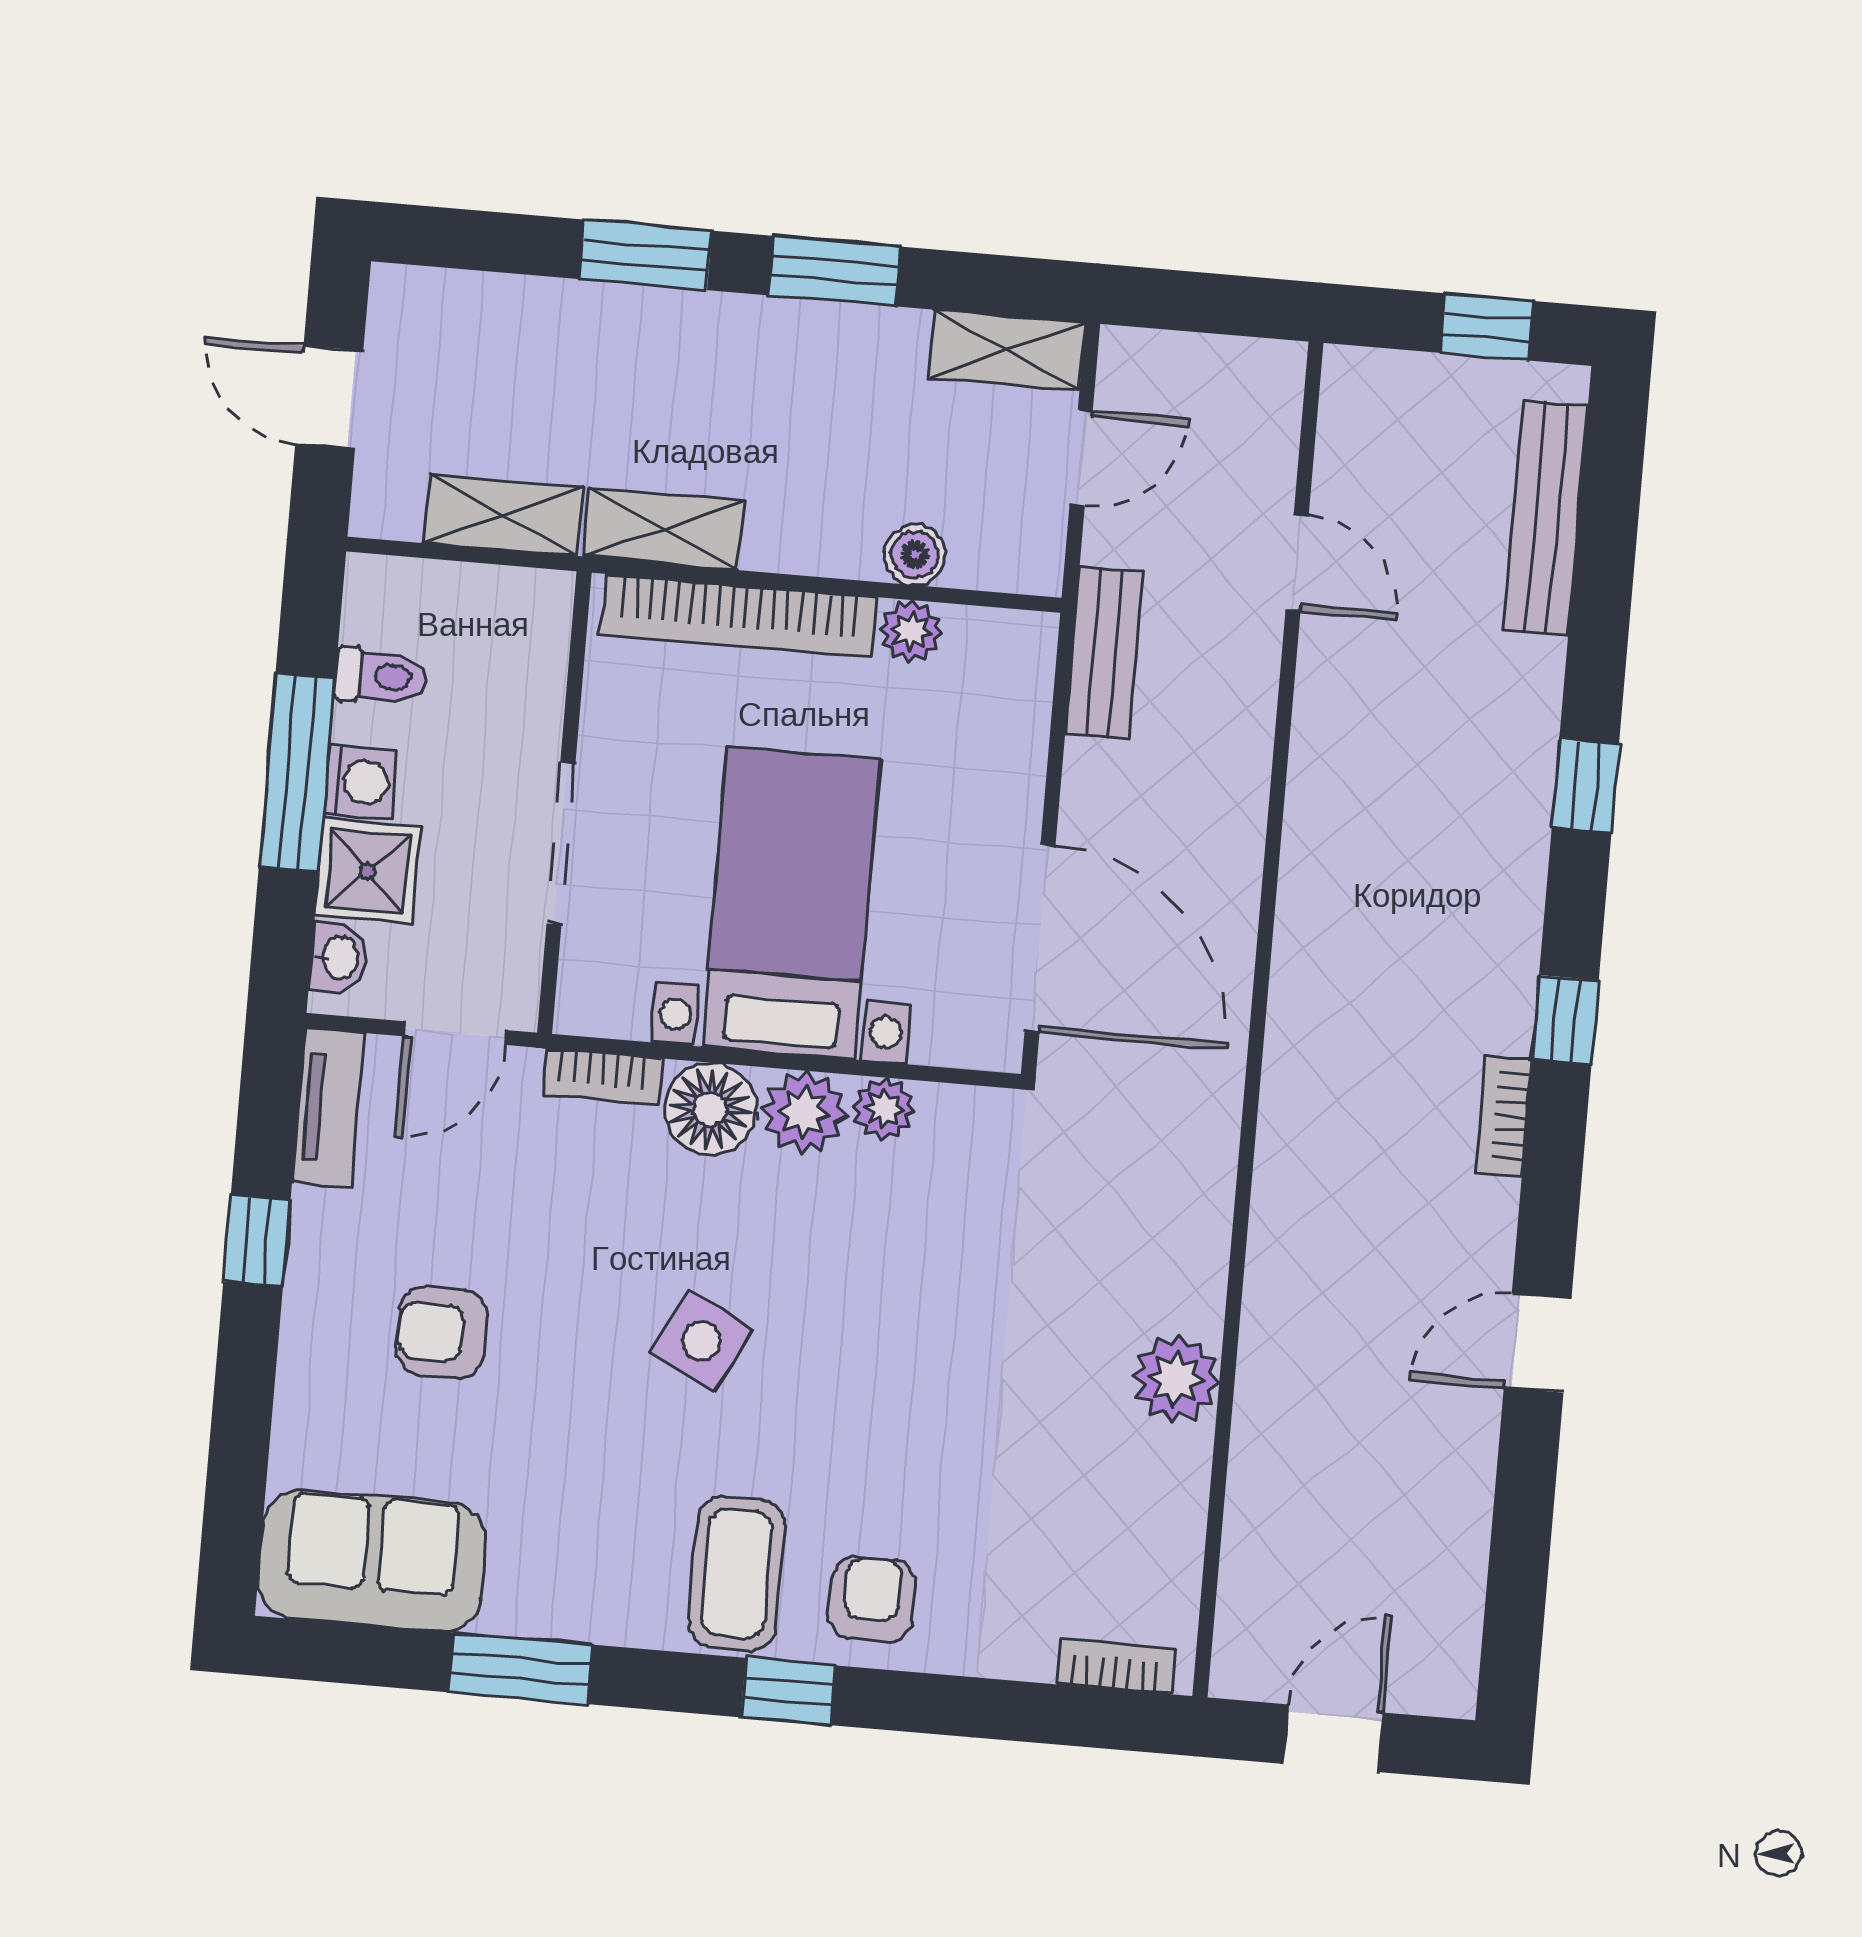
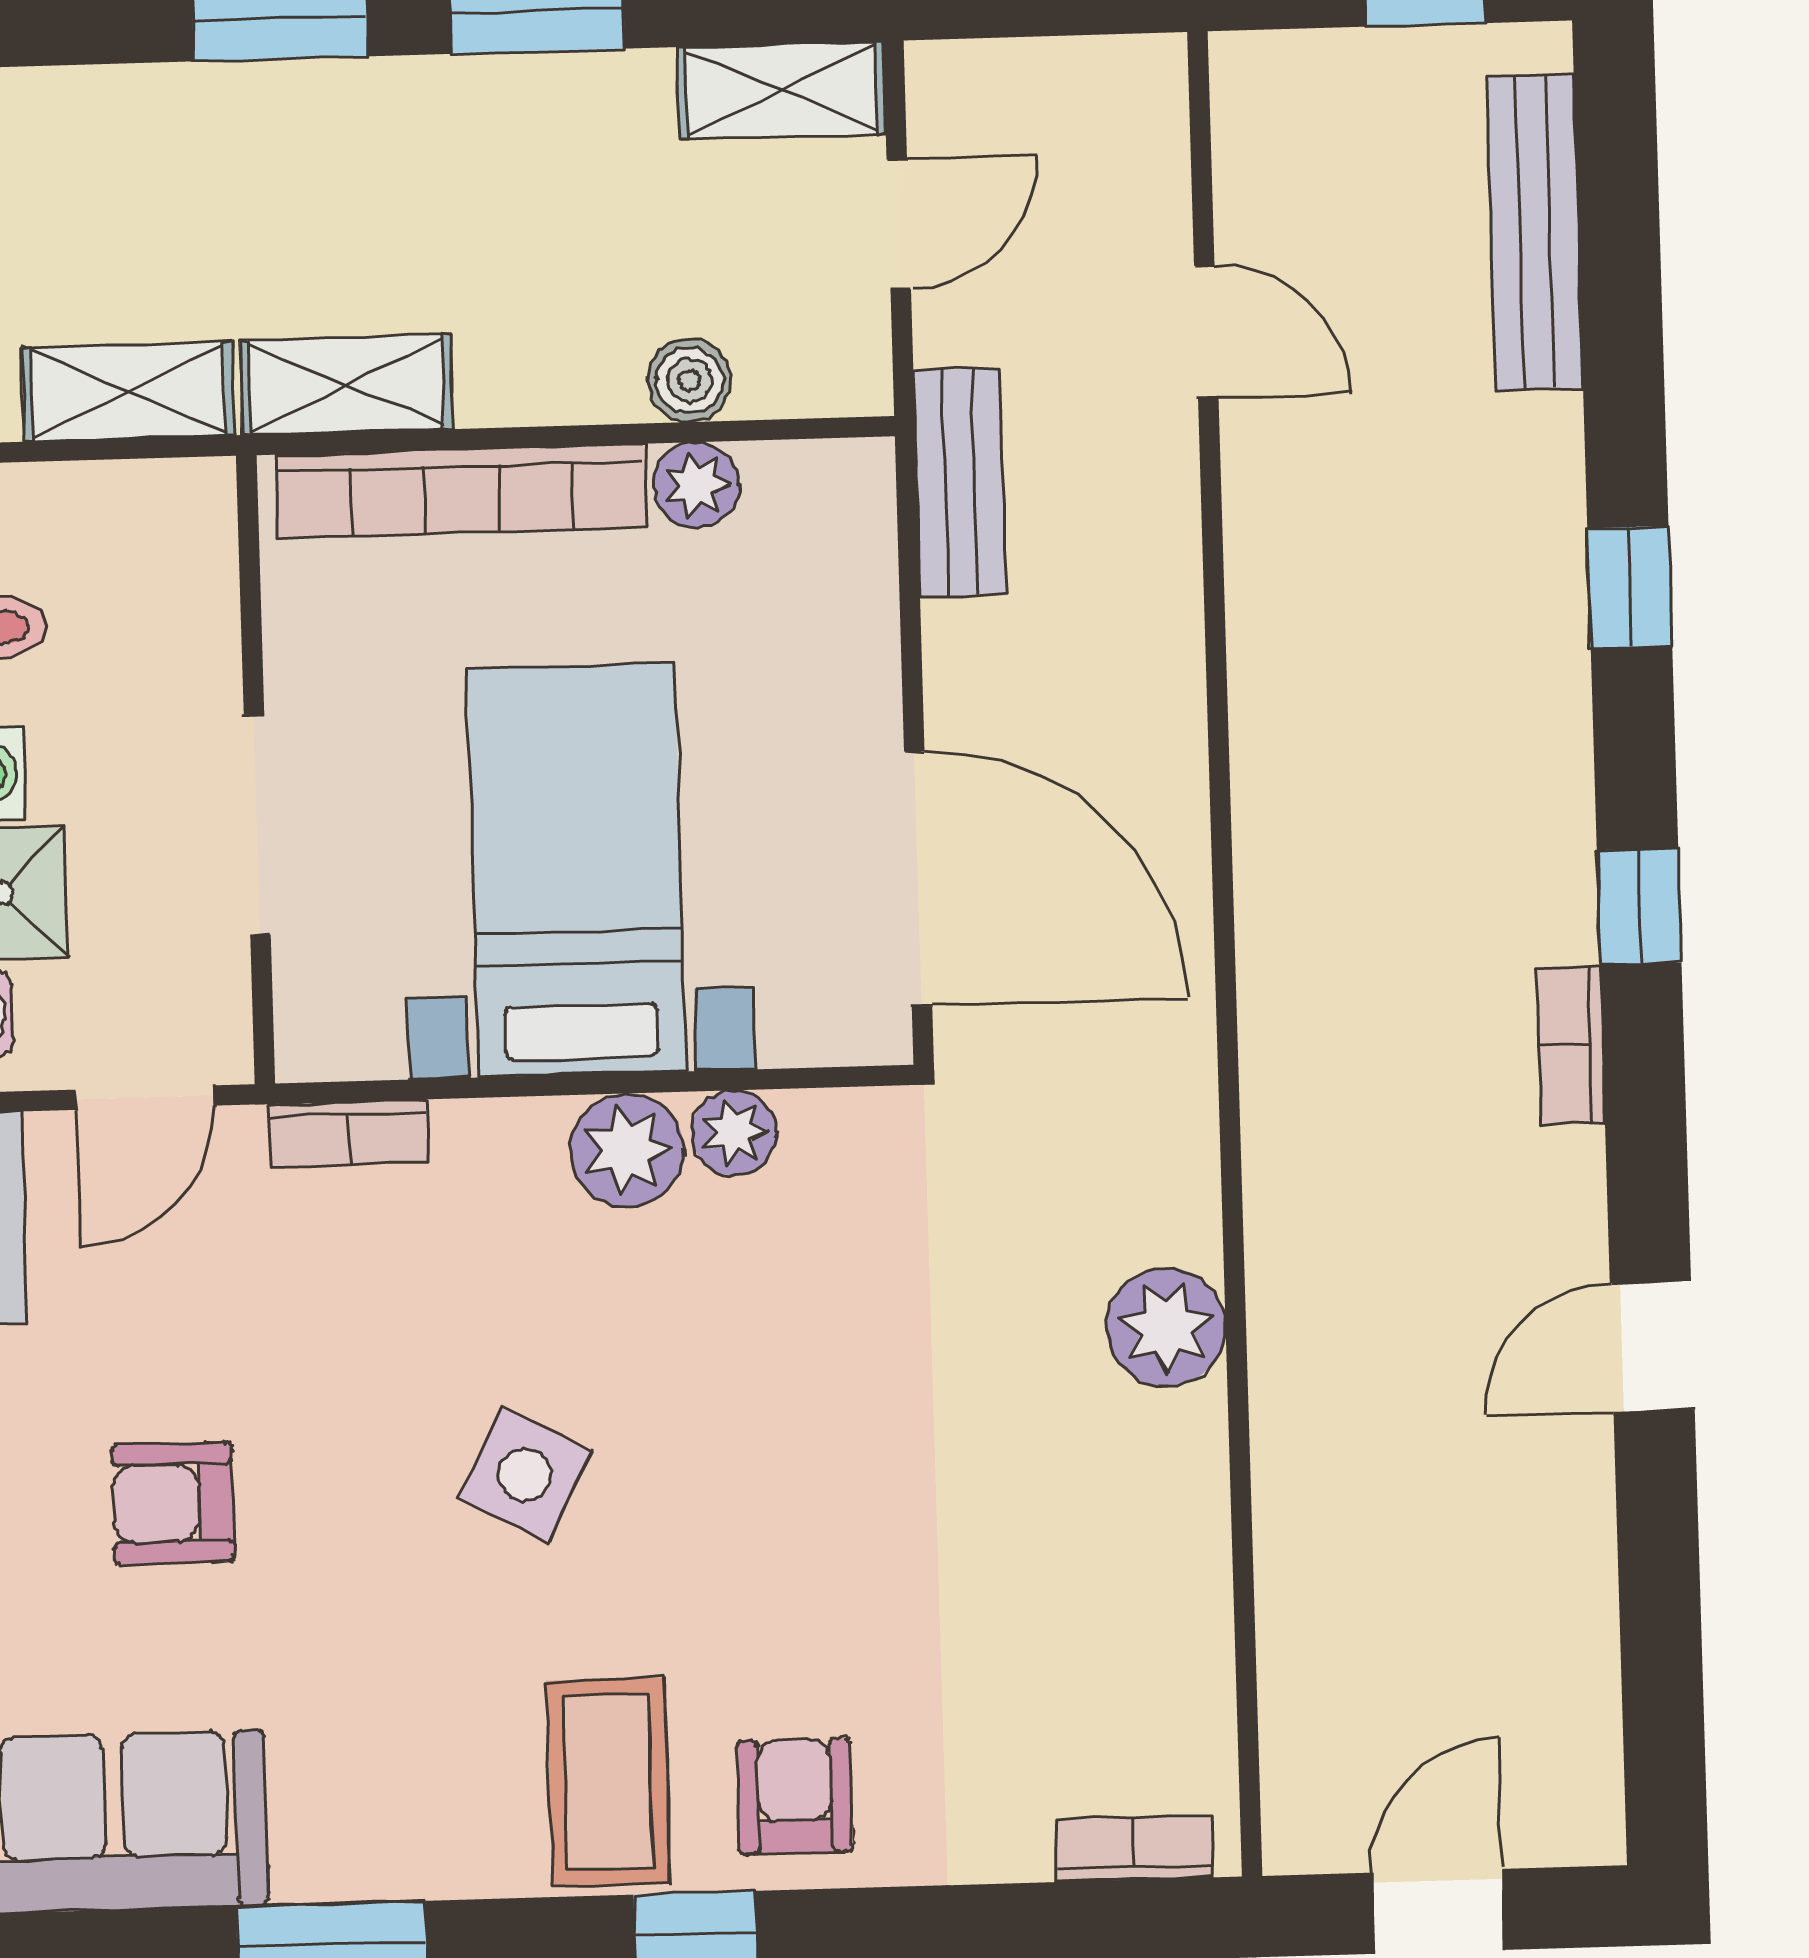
floor lamp: (710, 1109) -> (500, 1160), removed
plant: (1176, 1379) -> (1166, 1327), moved

